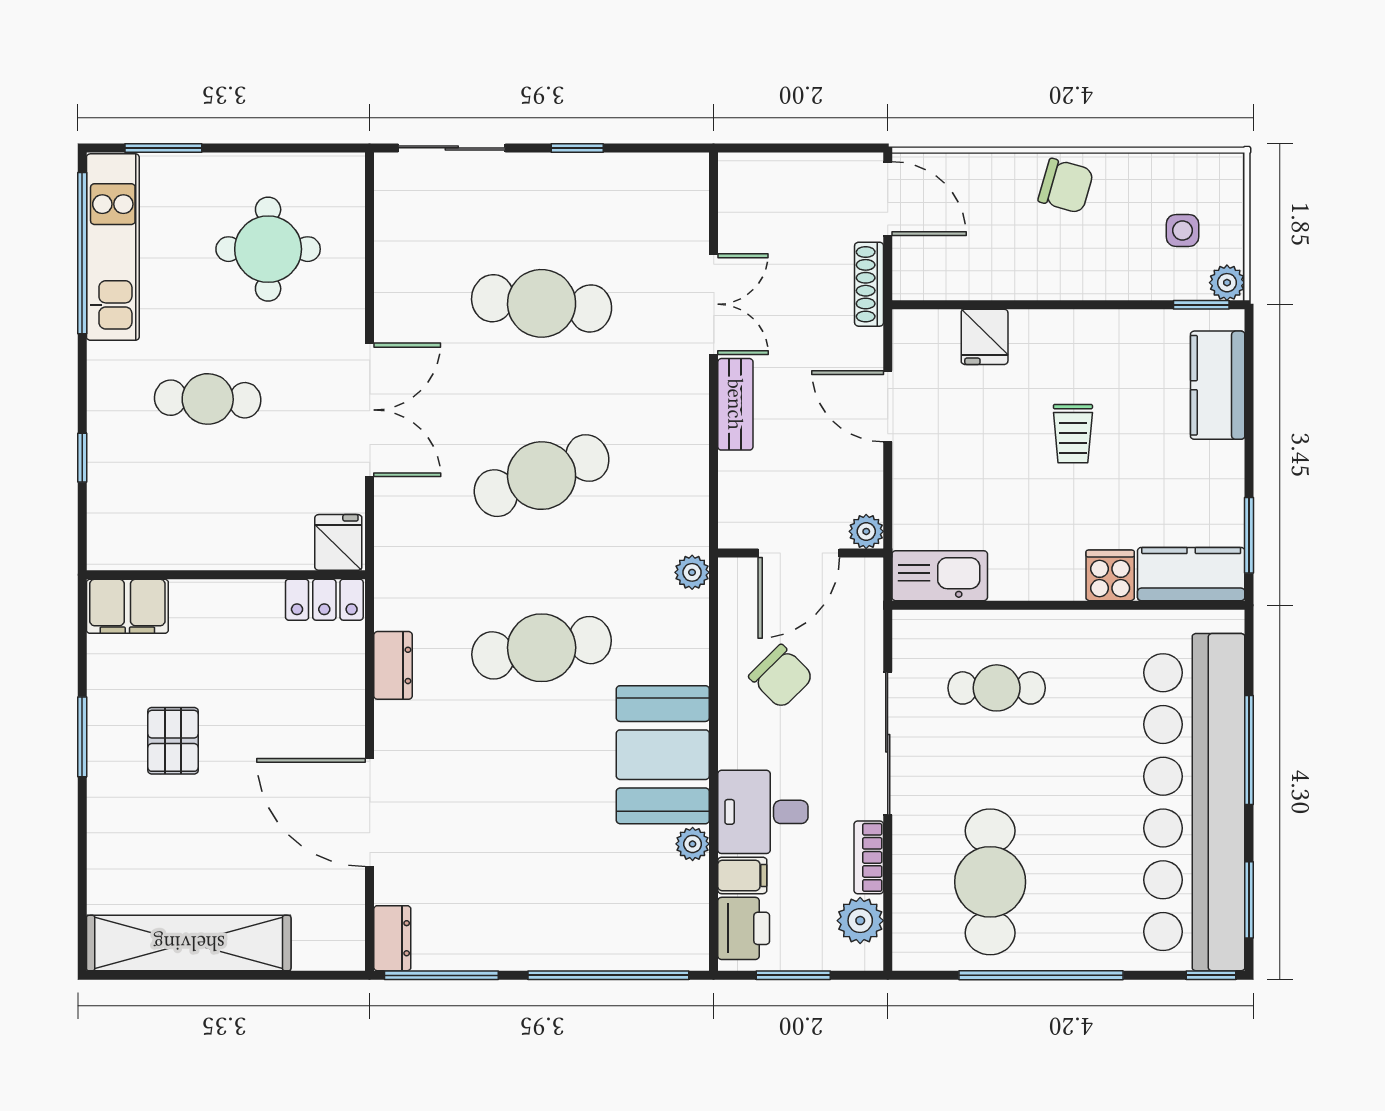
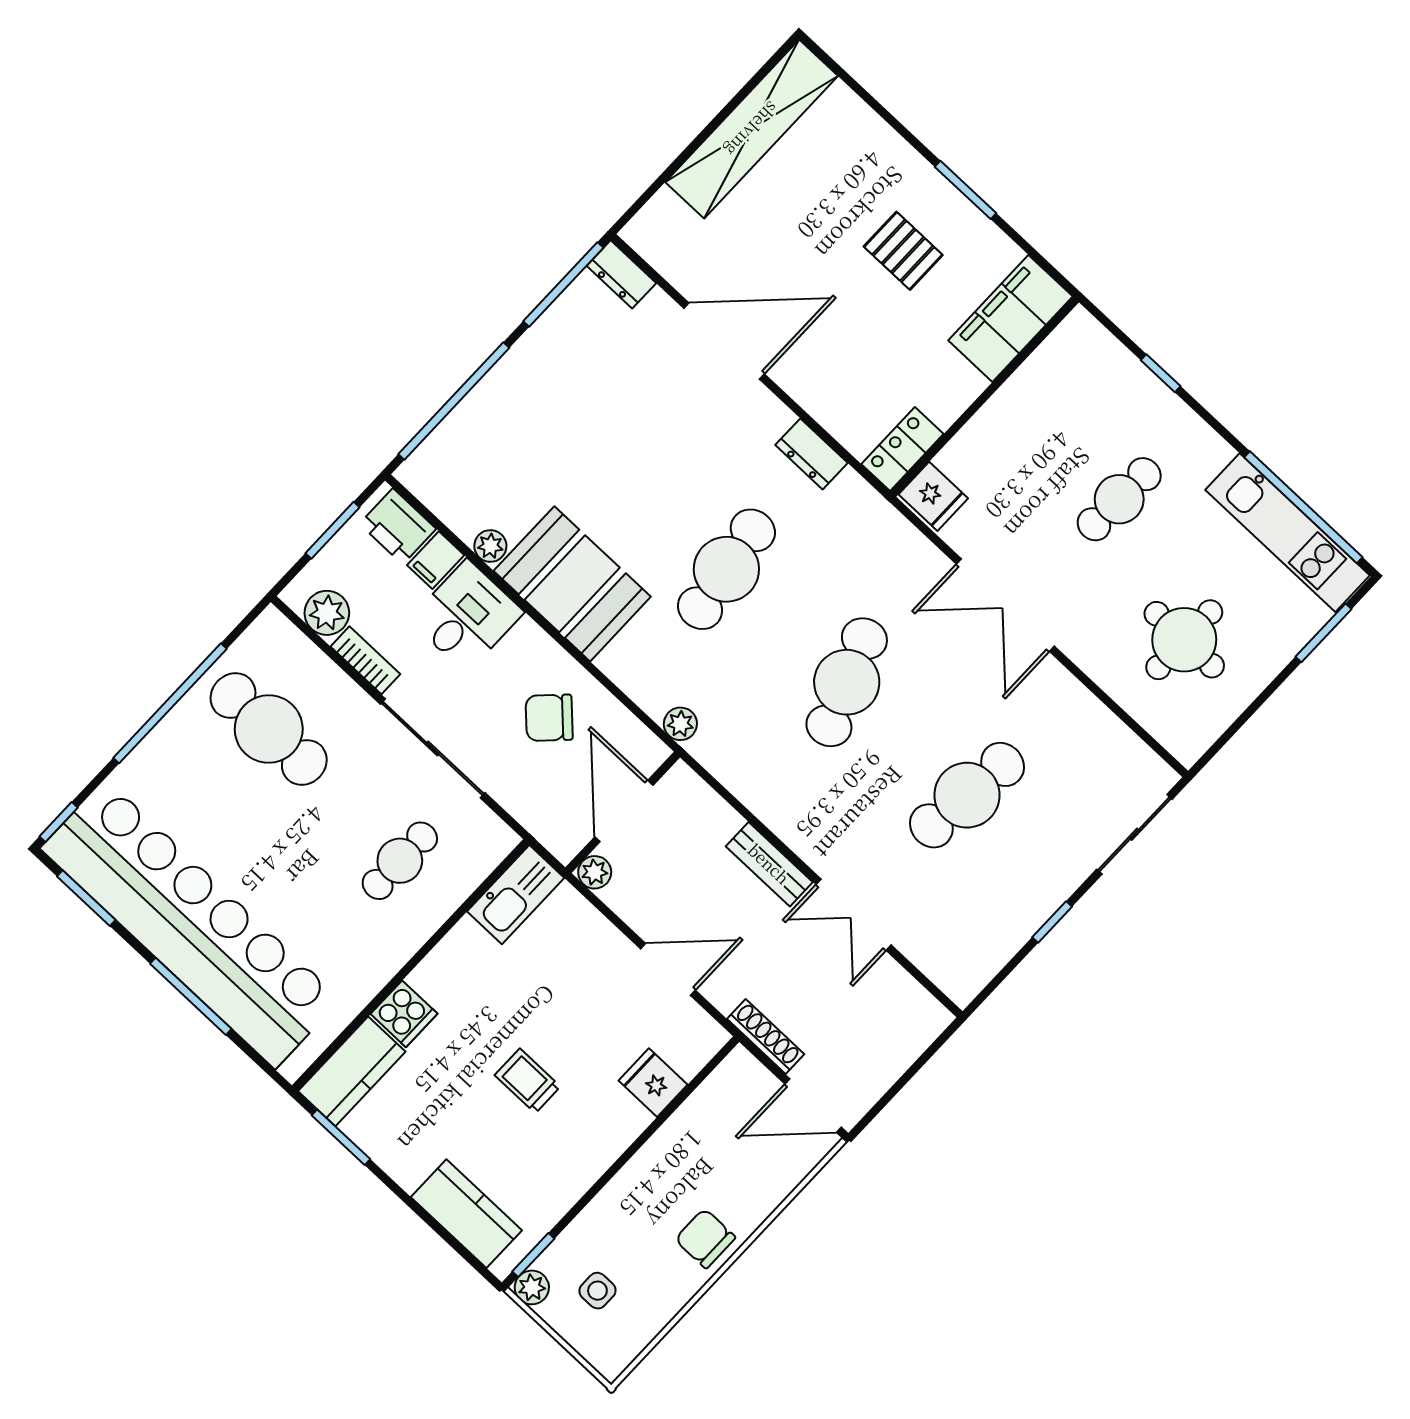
chair: (1066, 186) -> (705, 1238), turned 74
filing cabinet: (127, 606) -> (1010, 318), width x1.50, depth x1.17

